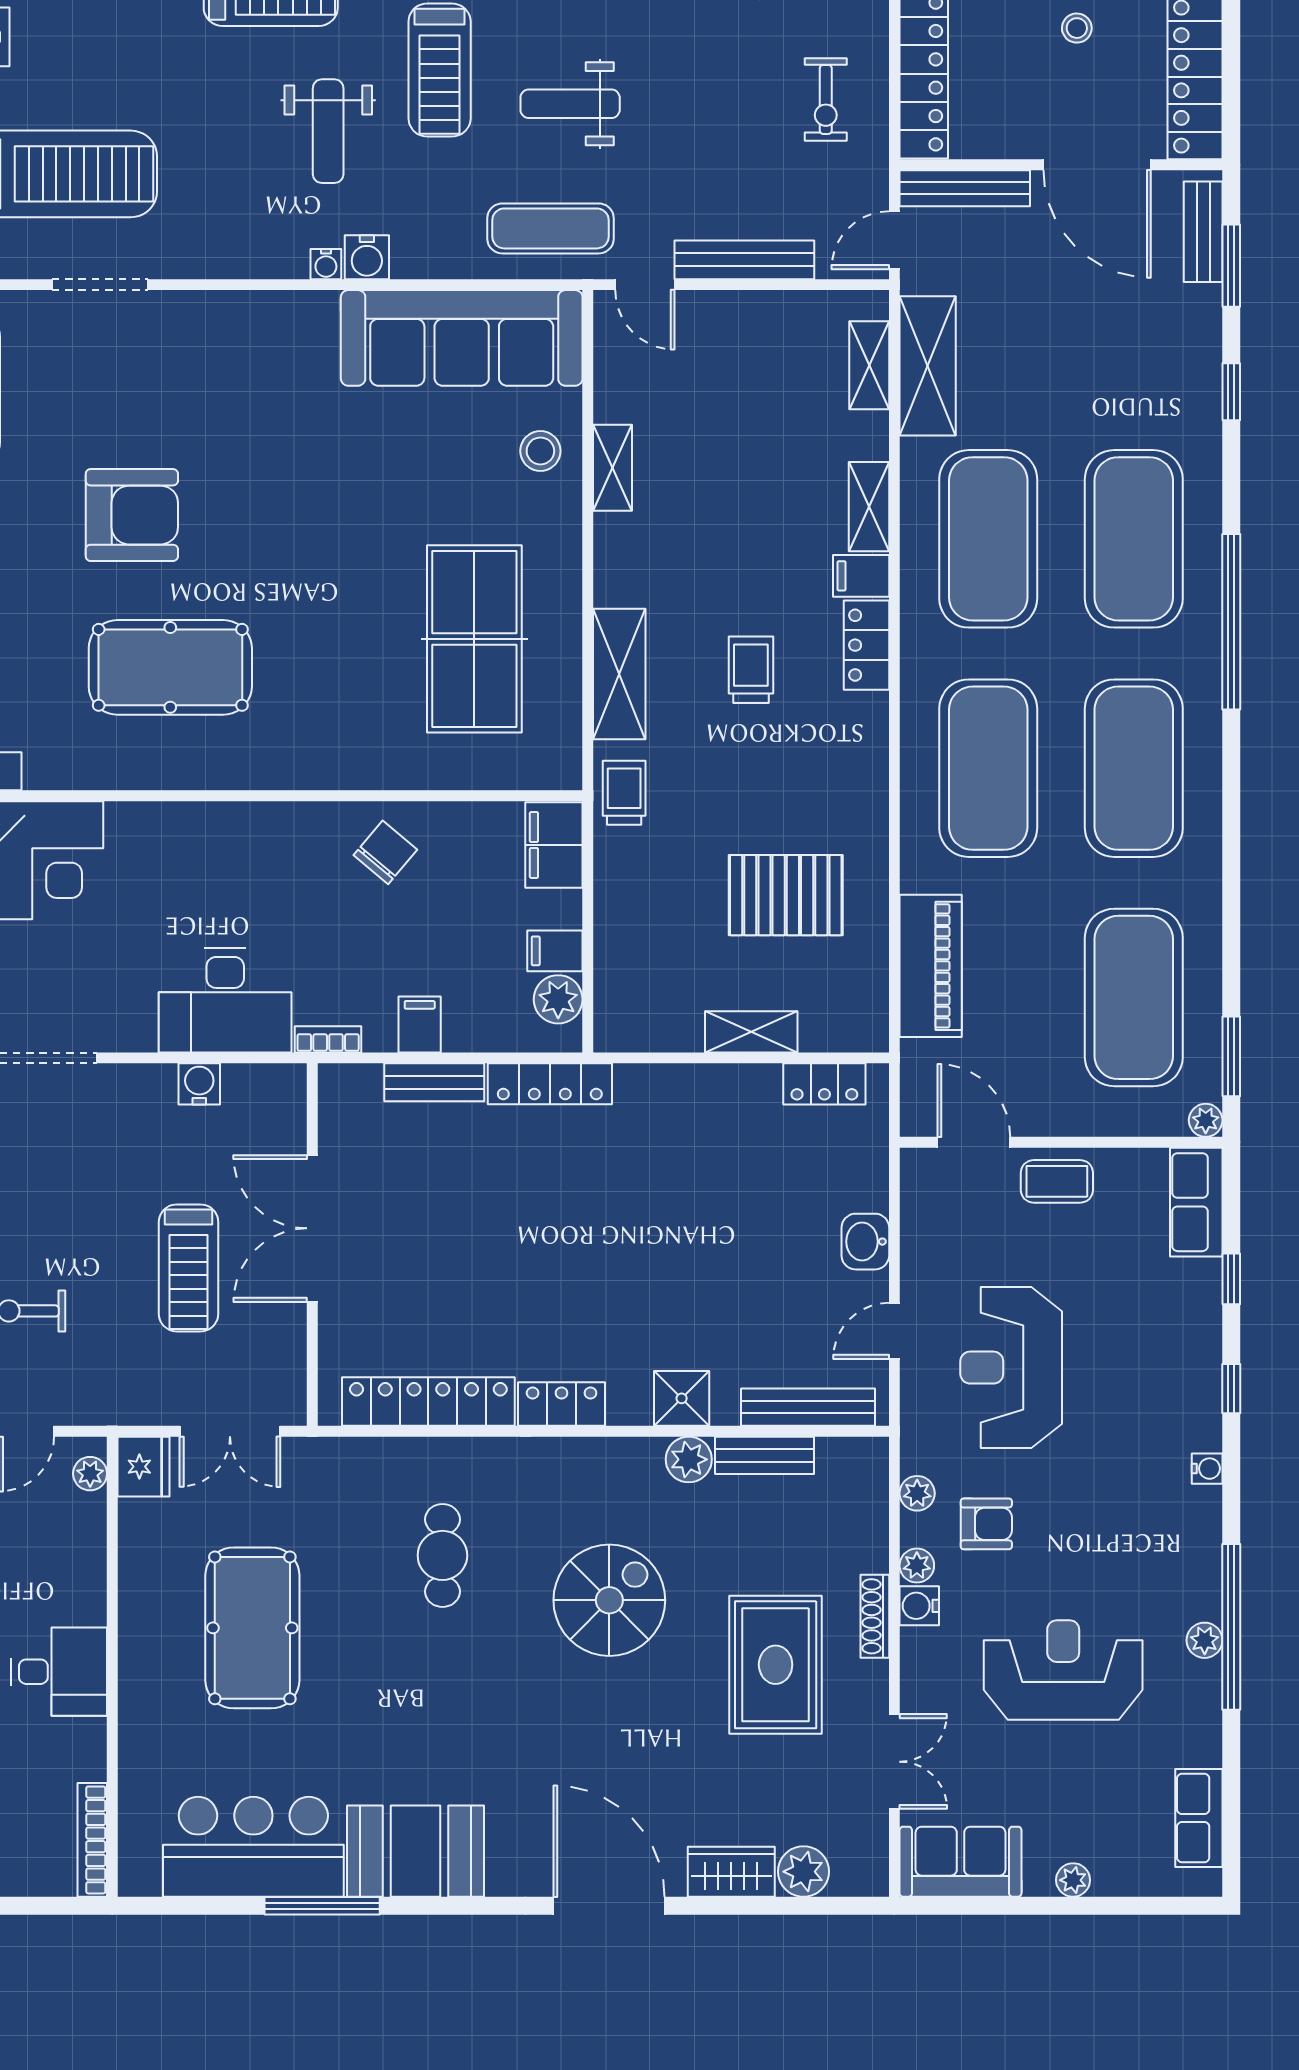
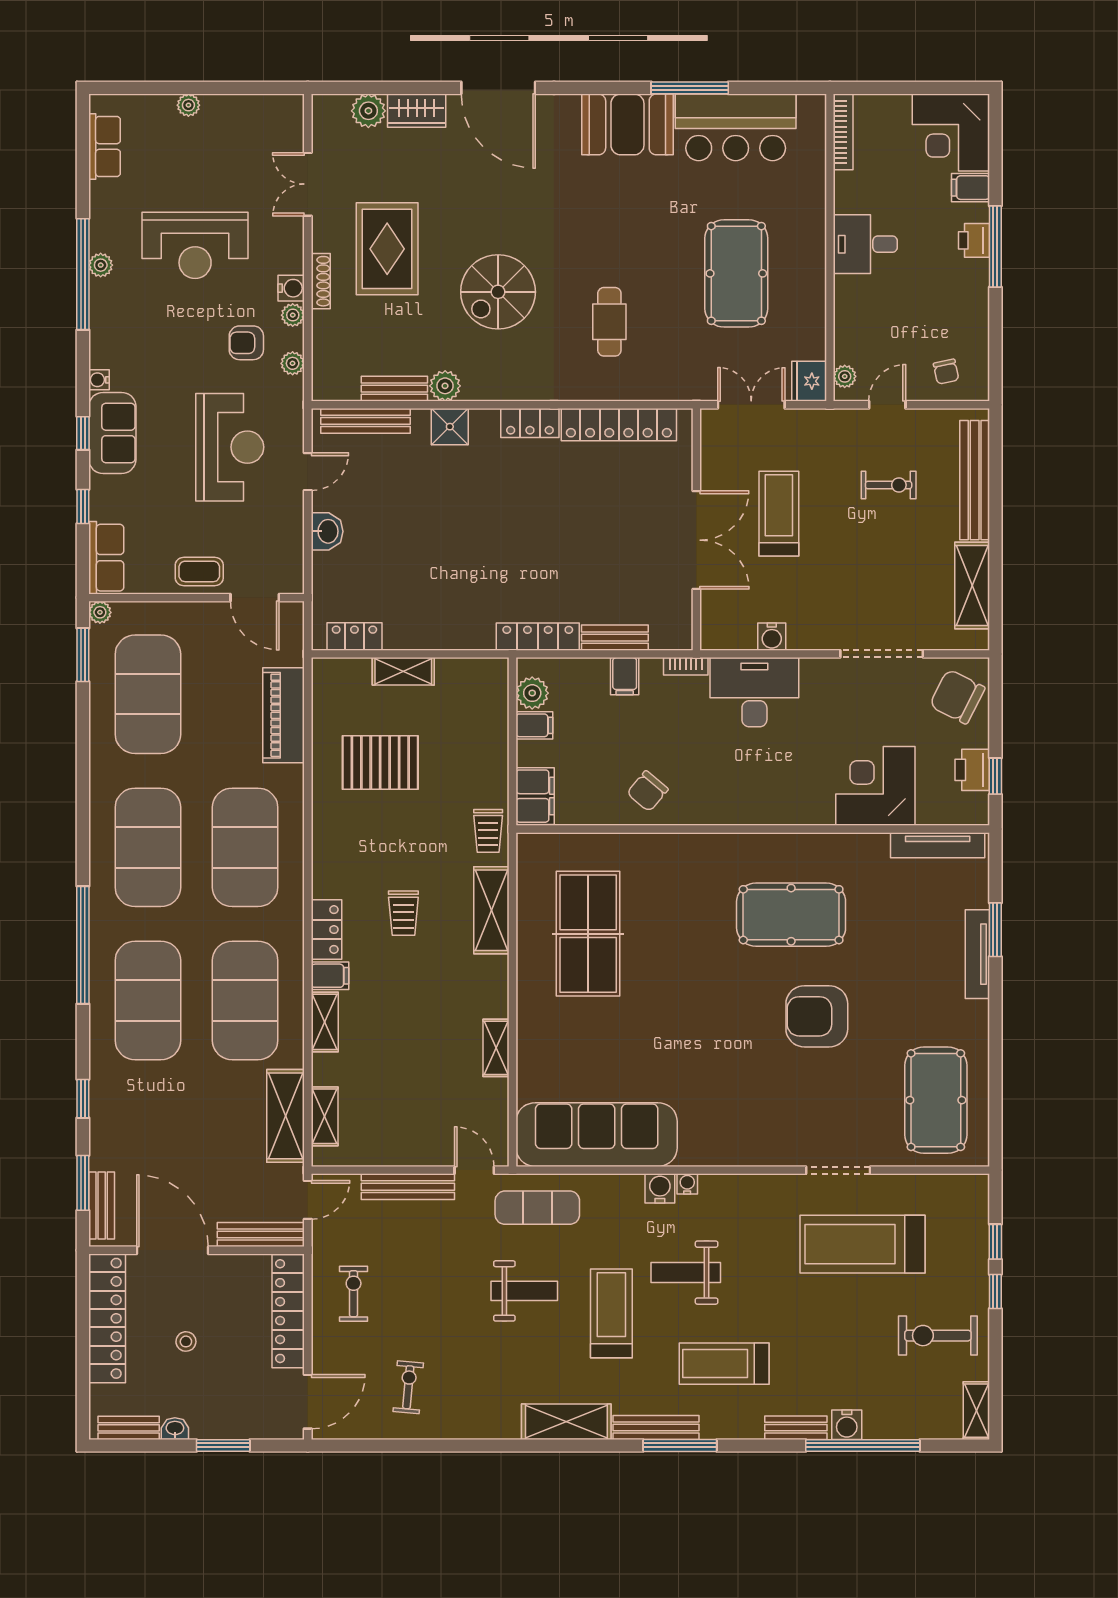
weight bench: (328, 131) -> (686, 1273), turned -90
stool: (540, 451) -> (544, 1059), removed
sofa: (961, 1862) -> (112, 433), moved, turned -90

